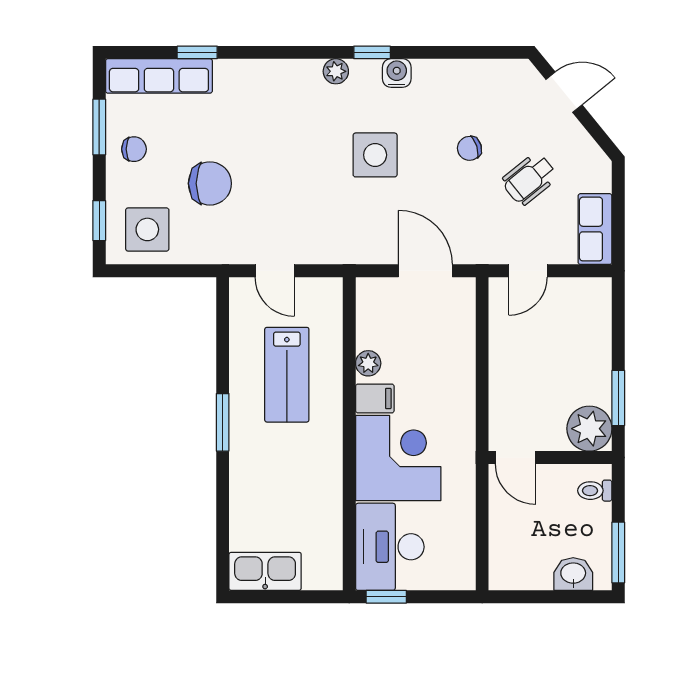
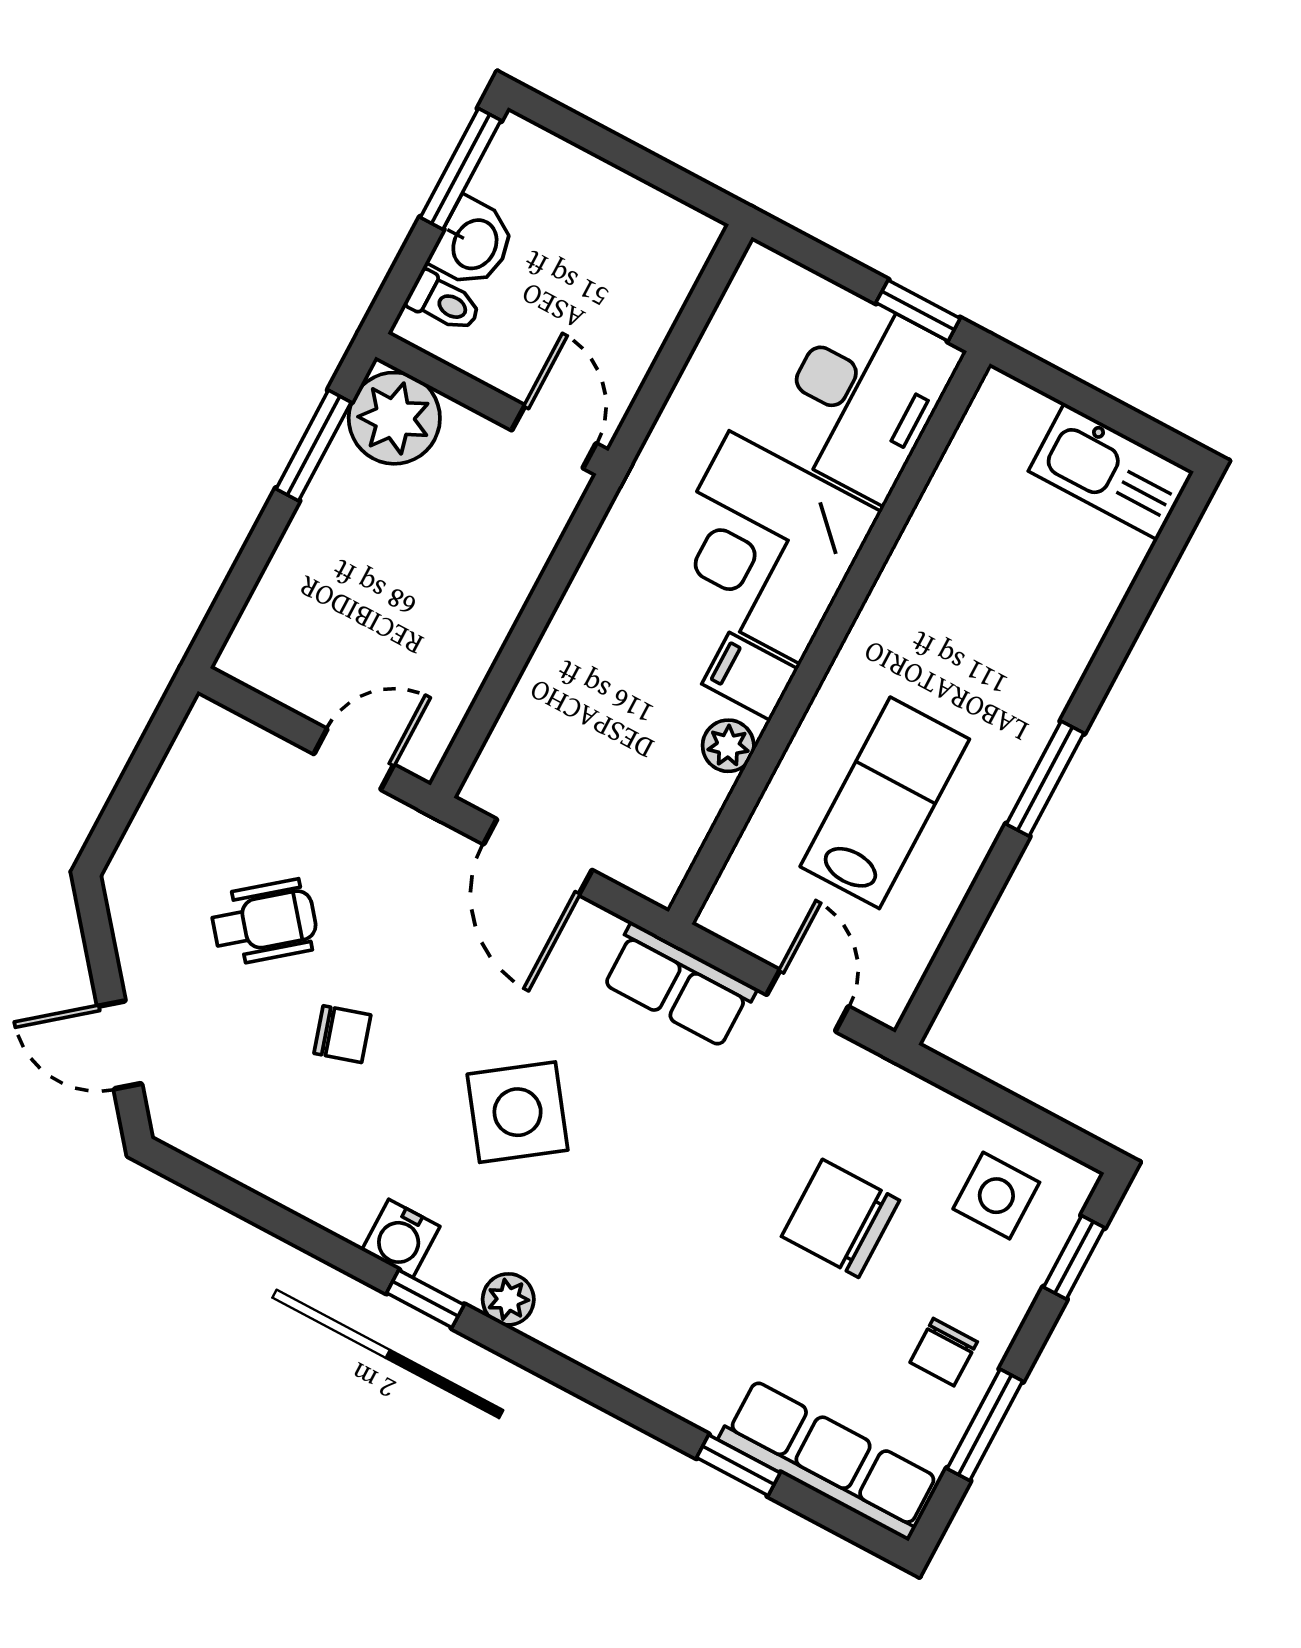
chair: (134, 149) -> (944, 1352), turned -90
side table: (375, 155) -> (518, 1112), turned -36
side table: (147, 229) -> (996, 1196), width x0.73, depth x0.73
row of seats: (595, 229) -> (679, 985), moved, turned 90
washbasin: (573, 574) -> (473, 243), moved, turned -90

